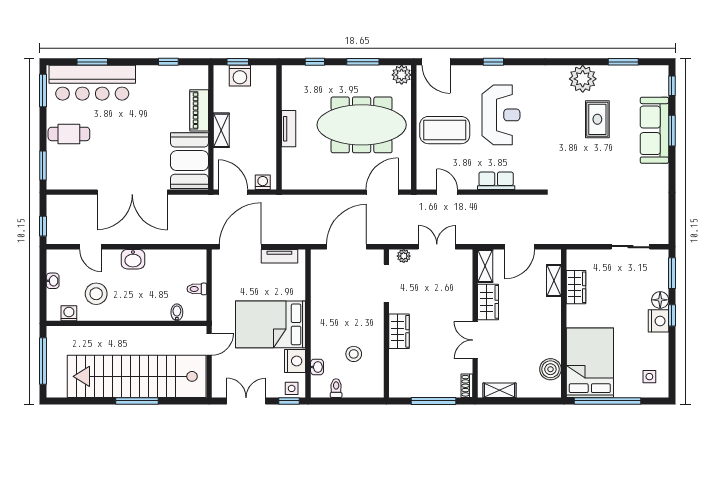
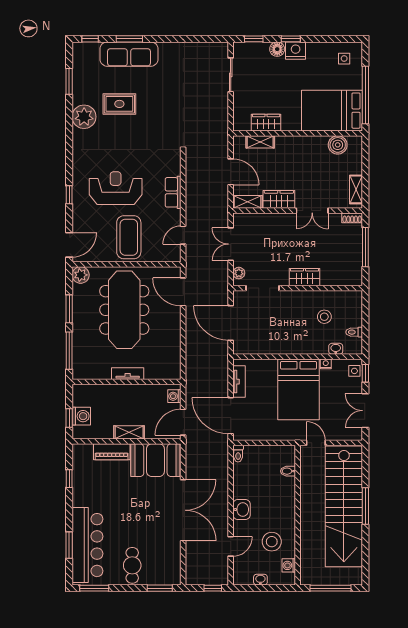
window: (315, 62) -> (69, 351), width x2.17
window: (672, 273) -> (254, 39), width x0.67
toilet: (197, 289) -> (238, 454), moved
nightstand: (295, 361) -> (326, 364), width x0.53, depth x0.56

